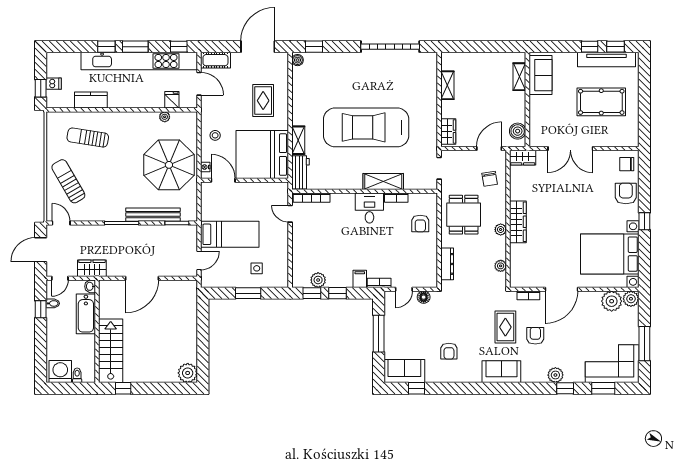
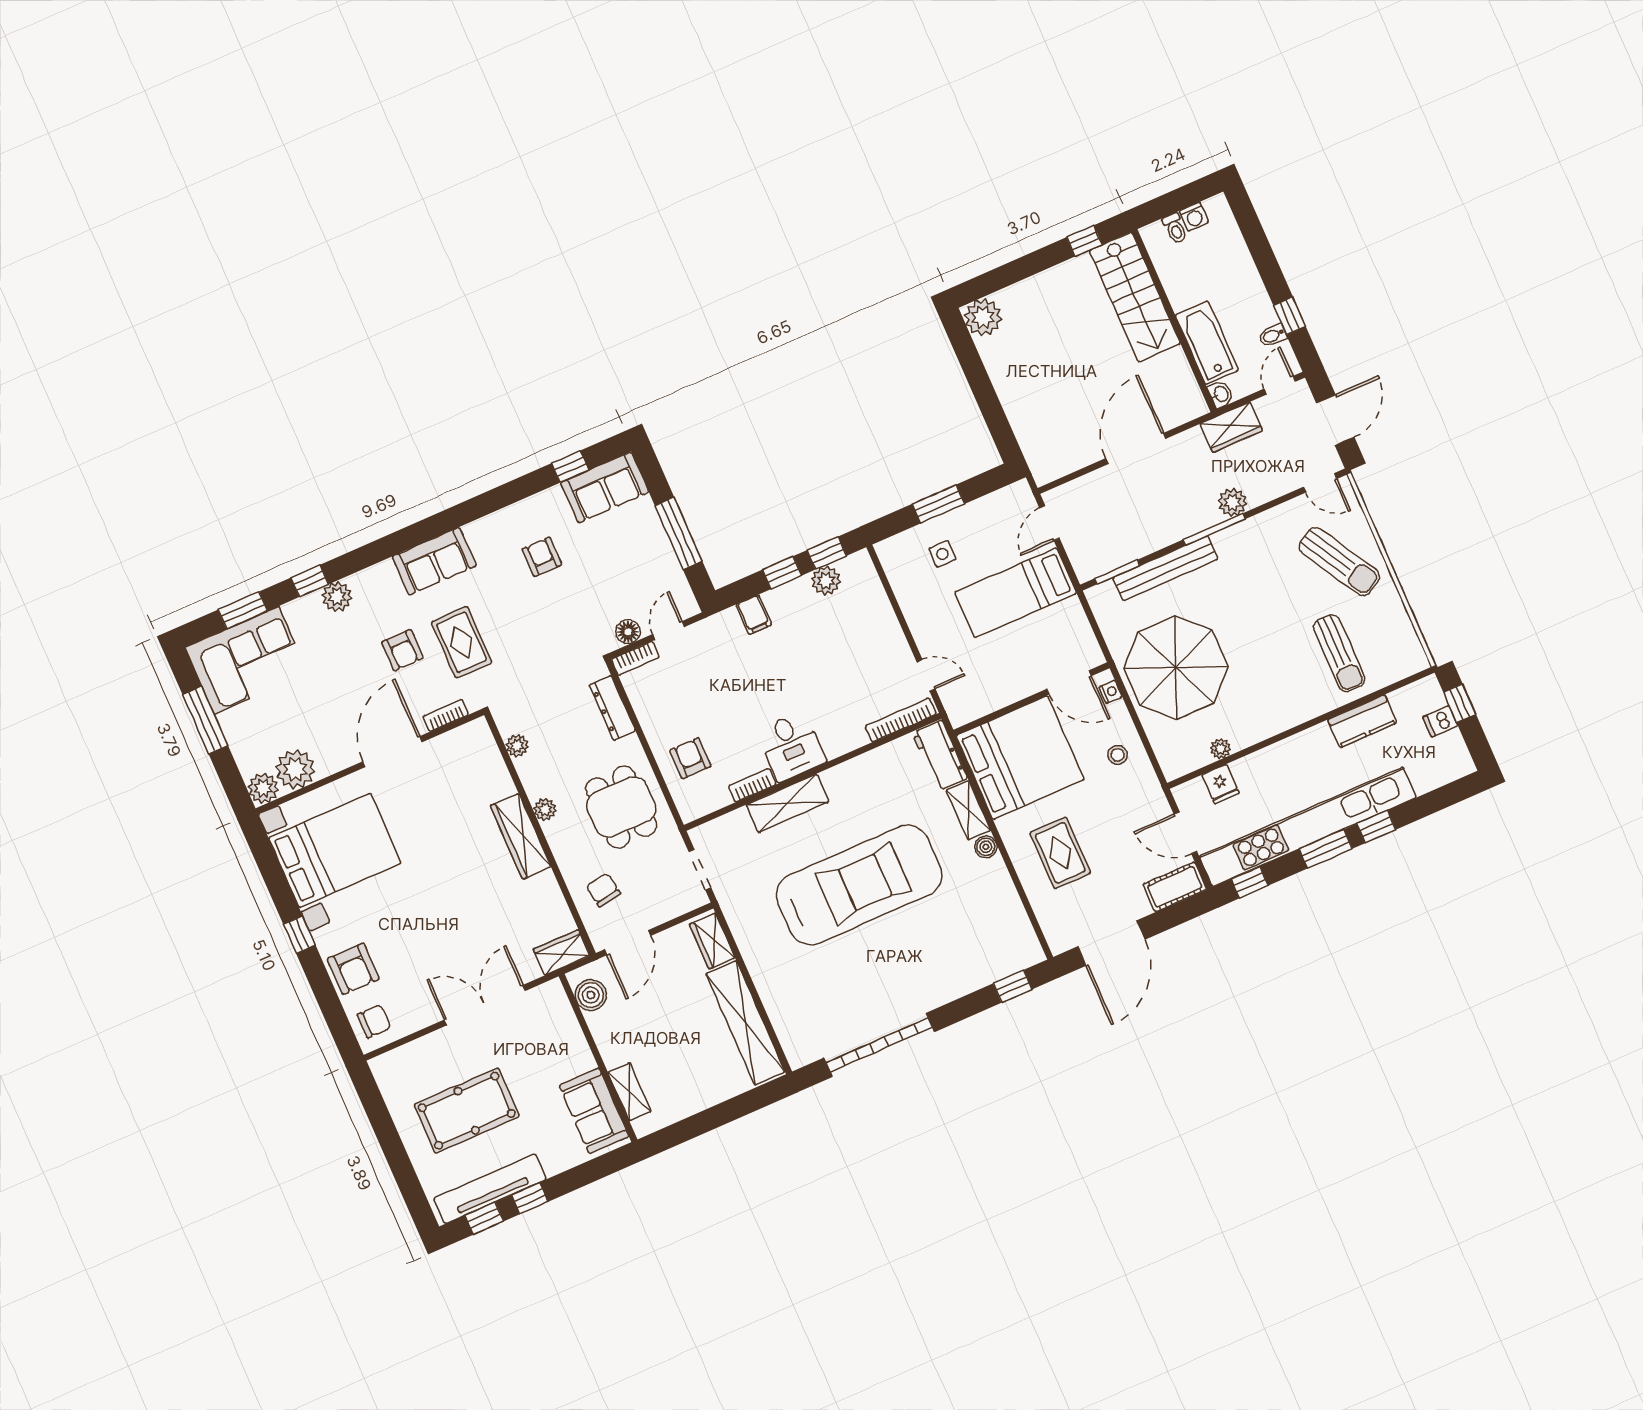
boiler: (297, 60) -> (986, 847), moved
shelving: (447, 85) -> (746, 1023), width x2.20, depth x1.33
sun lounger: (88, 137) -> (1339, 653), turned 81
plant: (107, 232) -> (1232, 502), added
bookcase: (379, 283) -> (635, 658), moved
washing machine: (60, 372) -> (1194, 217), width x0.53, depth x0.53

